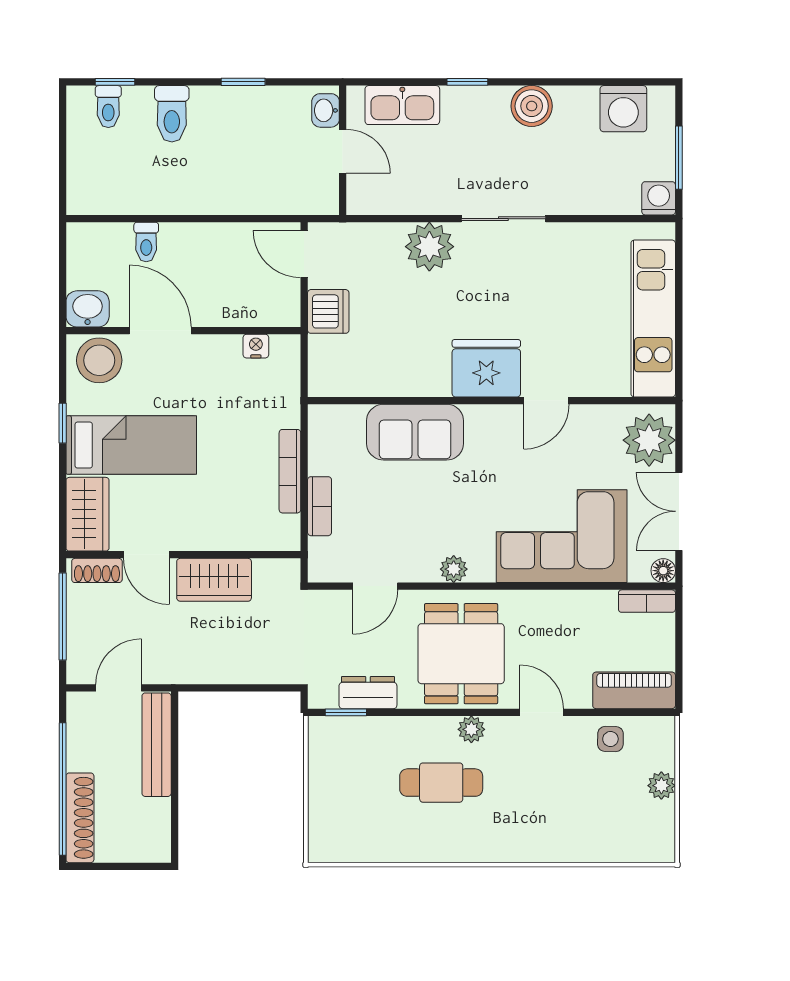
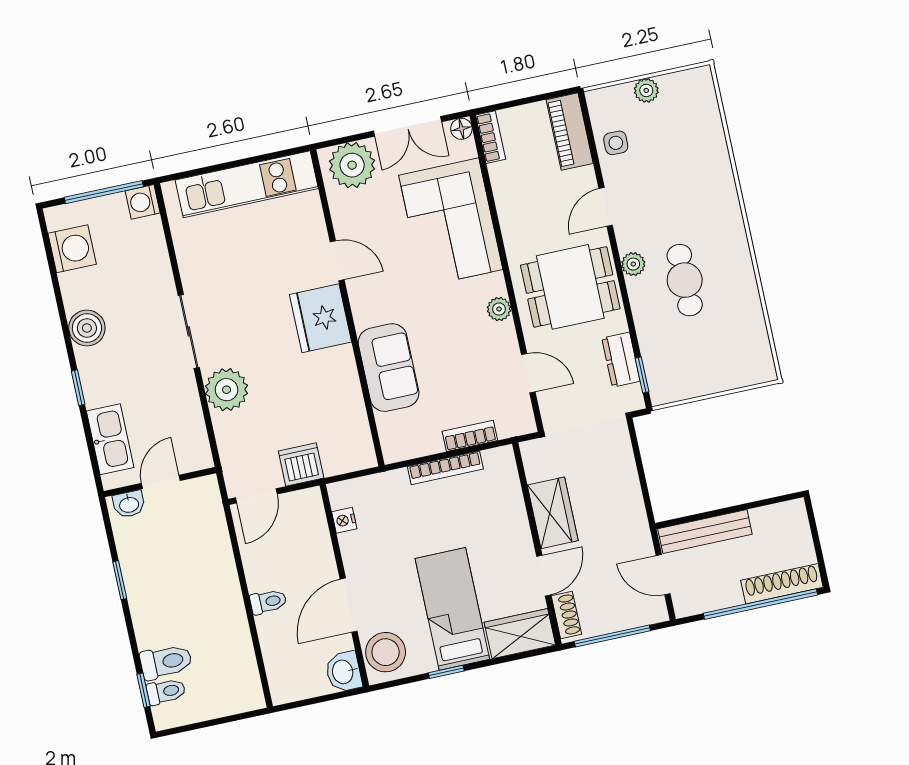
toilet: (172, 114) -> (166, 662), moved
window: (679, 158) -> (104, 192), width x1.44
toilet: (146, 242) -> (268, 602), moved

